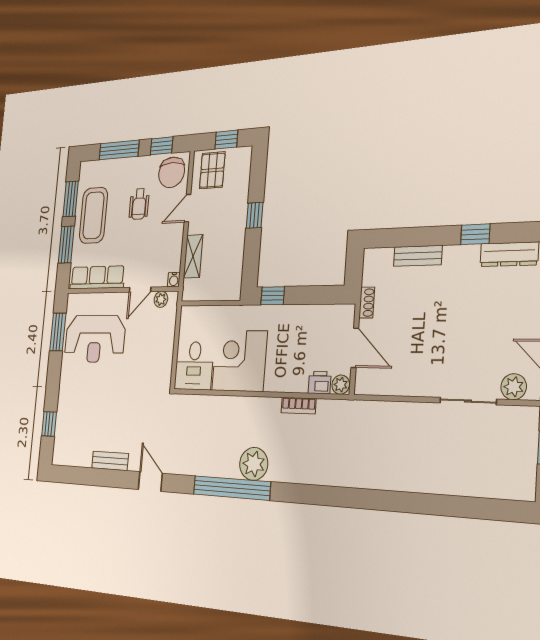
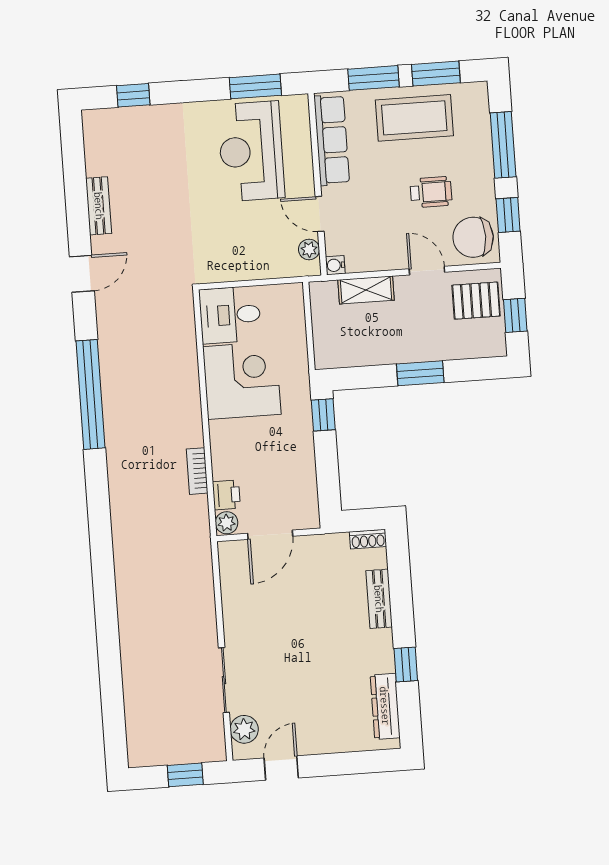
wheelchair: (139, 204) -> (431, 192), turned 180
window: (255, 215) -> (420, 373), width x1.50
shoe rack: (367, 303) -> (368, 539), moved
plant: (254, 464) -> (123, 421), removed

